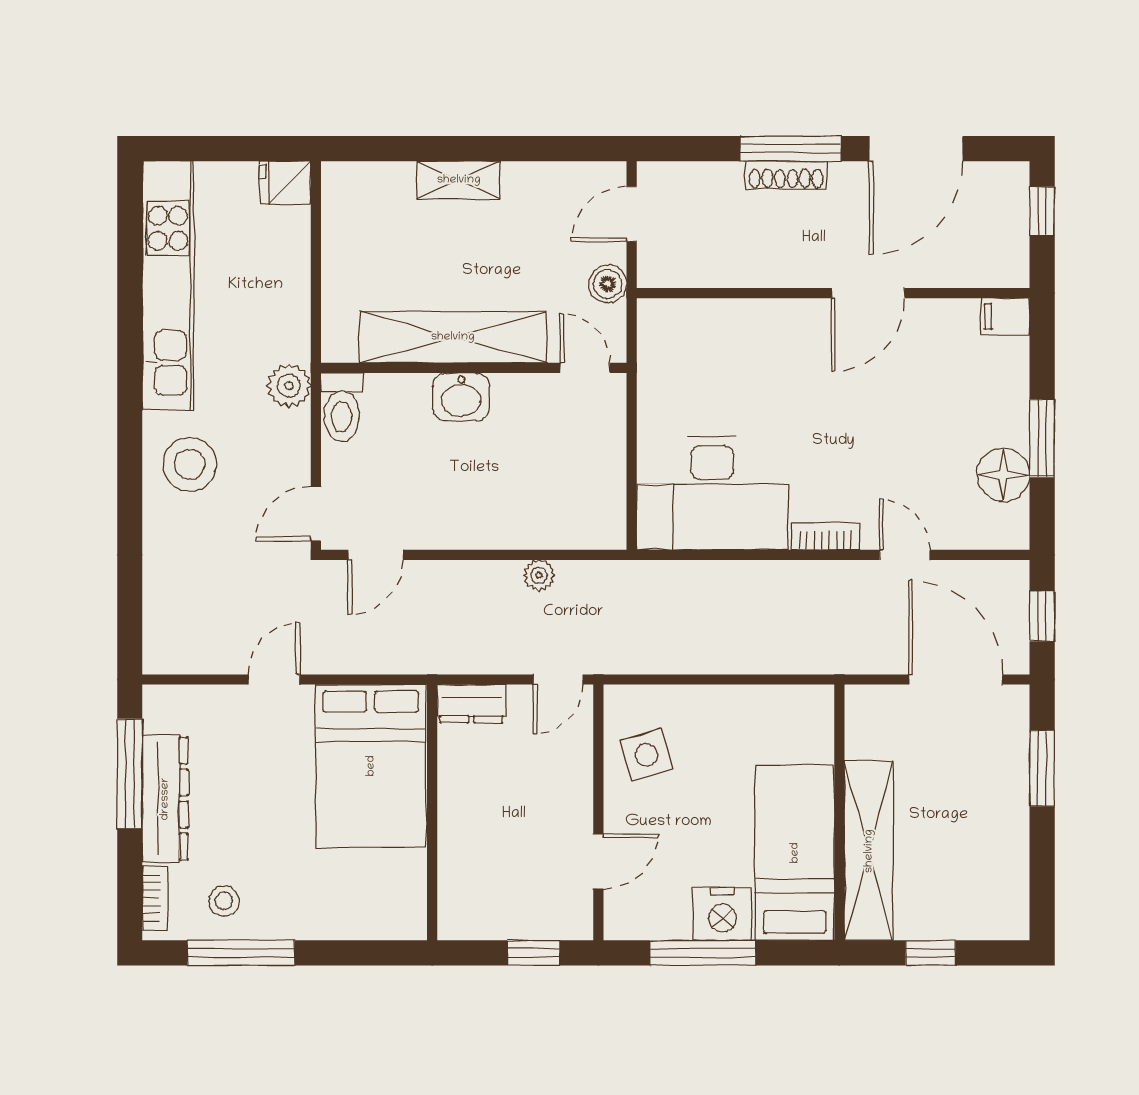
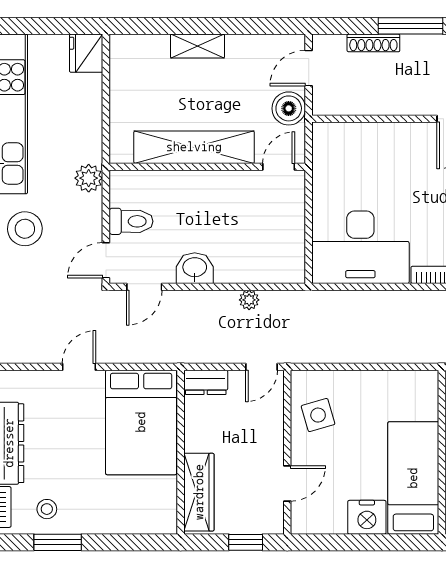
shoe rack: (786, 175) -> (373, 43), moved
fridge: (285, 183) -> (86, 53), width x1.38
boiler: (608, 284) -> (289, 108), width x1.36, depth x1.36
door: (585, 368) -> (279, 167), hinge flipped
washbasin: (461, 397) -> (195, 268), moved, turned 180
toilet: (342, 407) -> (131, 221), moved, turned -90
wardrobe: (461, 875) -> (199, 492), added
window: (241, 953) -> (58, 542), width x0.69
window: (703, 953) -> (354, 542), removed

